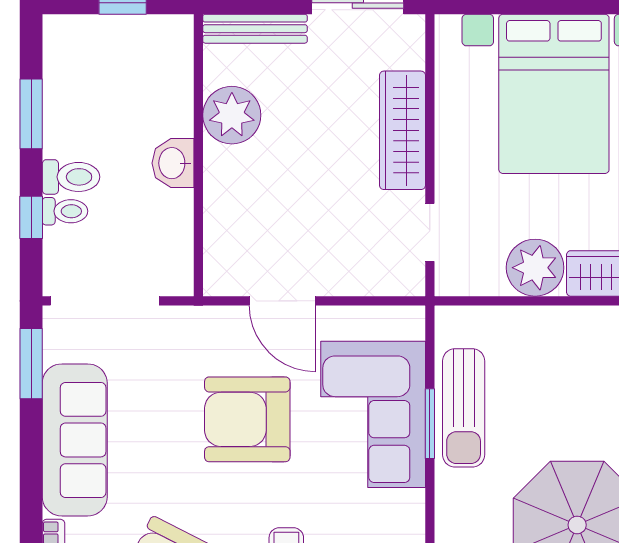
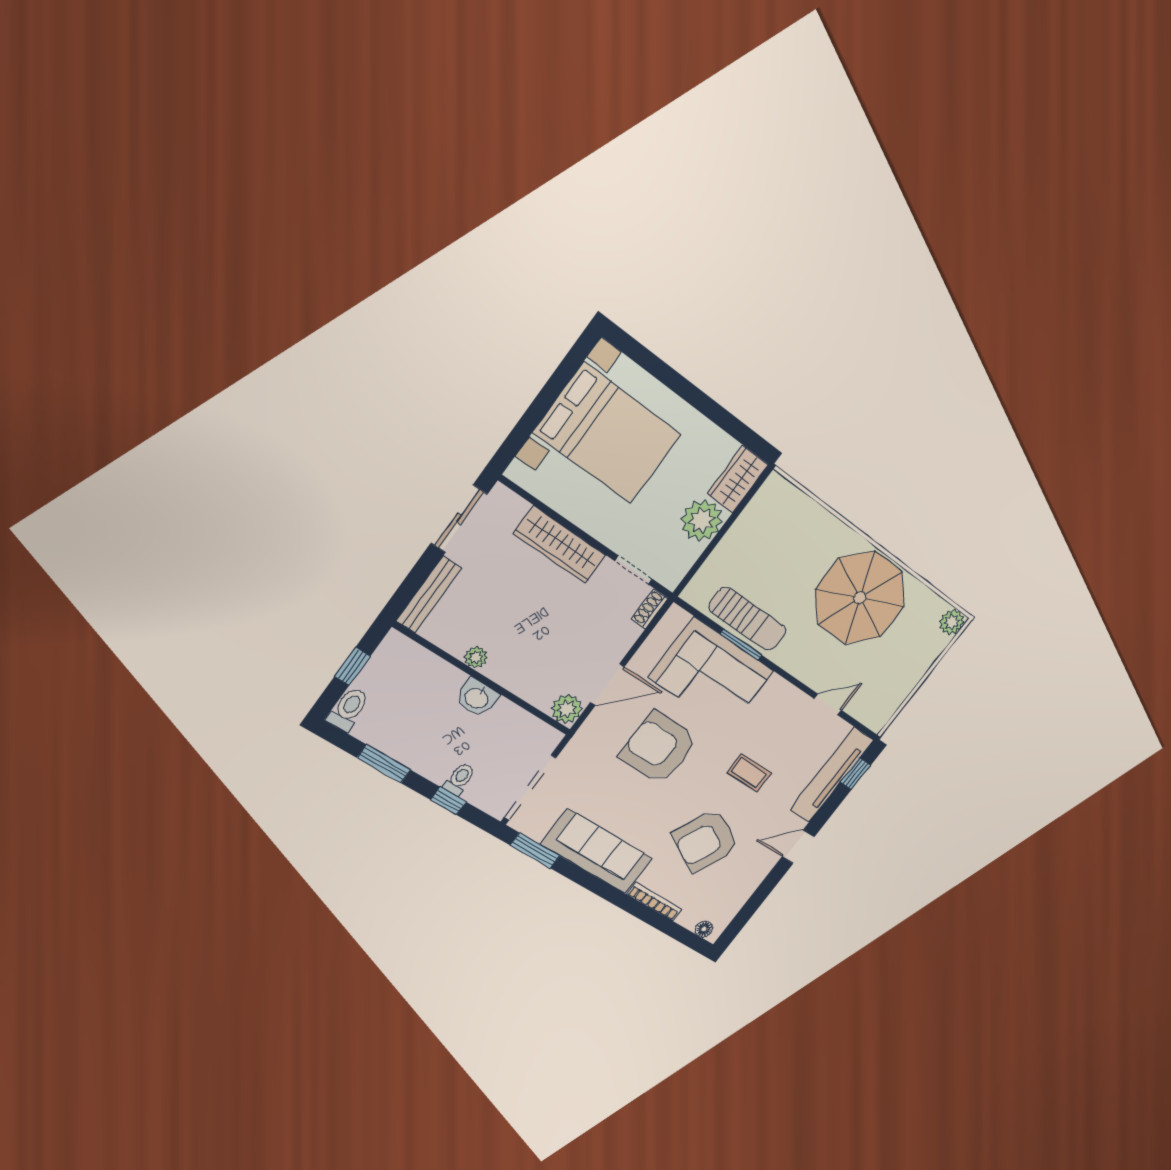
plant: (232, 115) -> (476, 657), width x0.53, depth x0.53
toilet: (71, 177) -> (348, 709), moved
plant: (225, 275) -> (567, 709), added
shoe rack: (400, 284) -> (650, 609), added
armchair: (247, 419) -> (659, 748), turned 90

